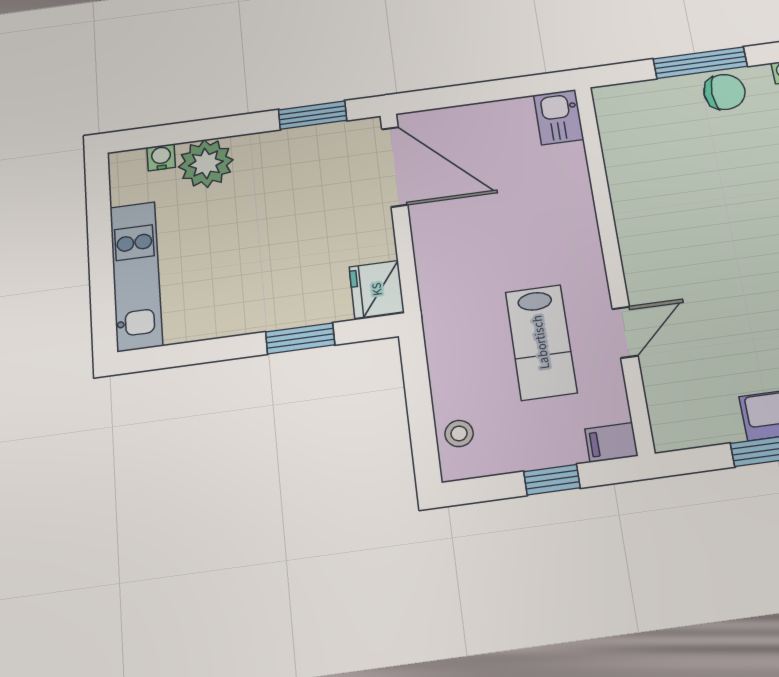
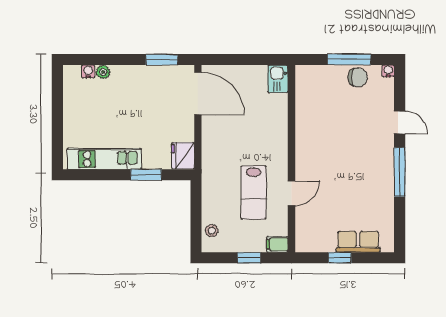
plant: (206, 163) -> (103, 72), width x0.53, depth x0.53
kitchen unit: (136, 276) -> (104, 159), moved, turned -90

